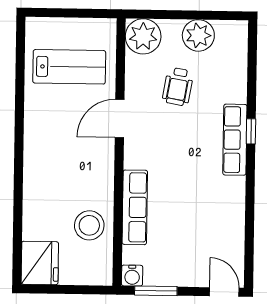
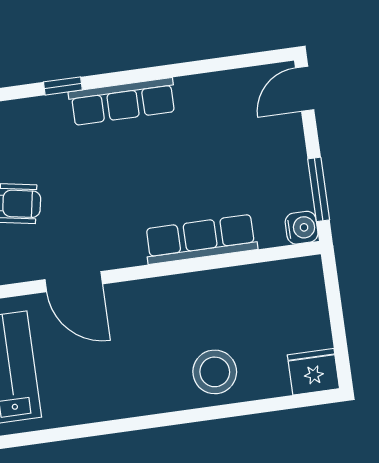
row of seats: (235, 140) -> (123, 102), moved
stool: (89, 225) -> (215, 372), moved
fridge: (40, 263) -> (313, 372), width x0.73, depth x0.75

